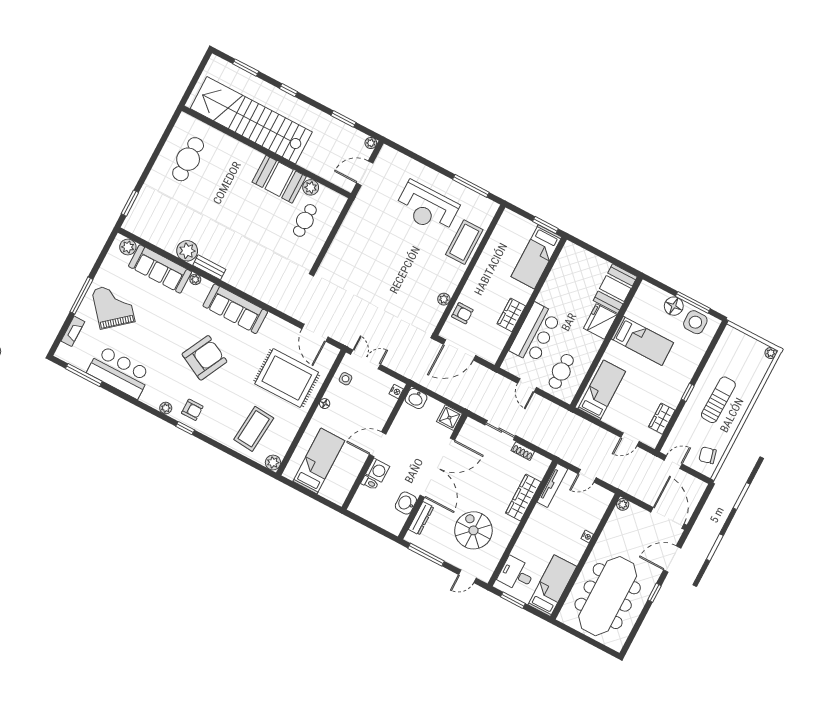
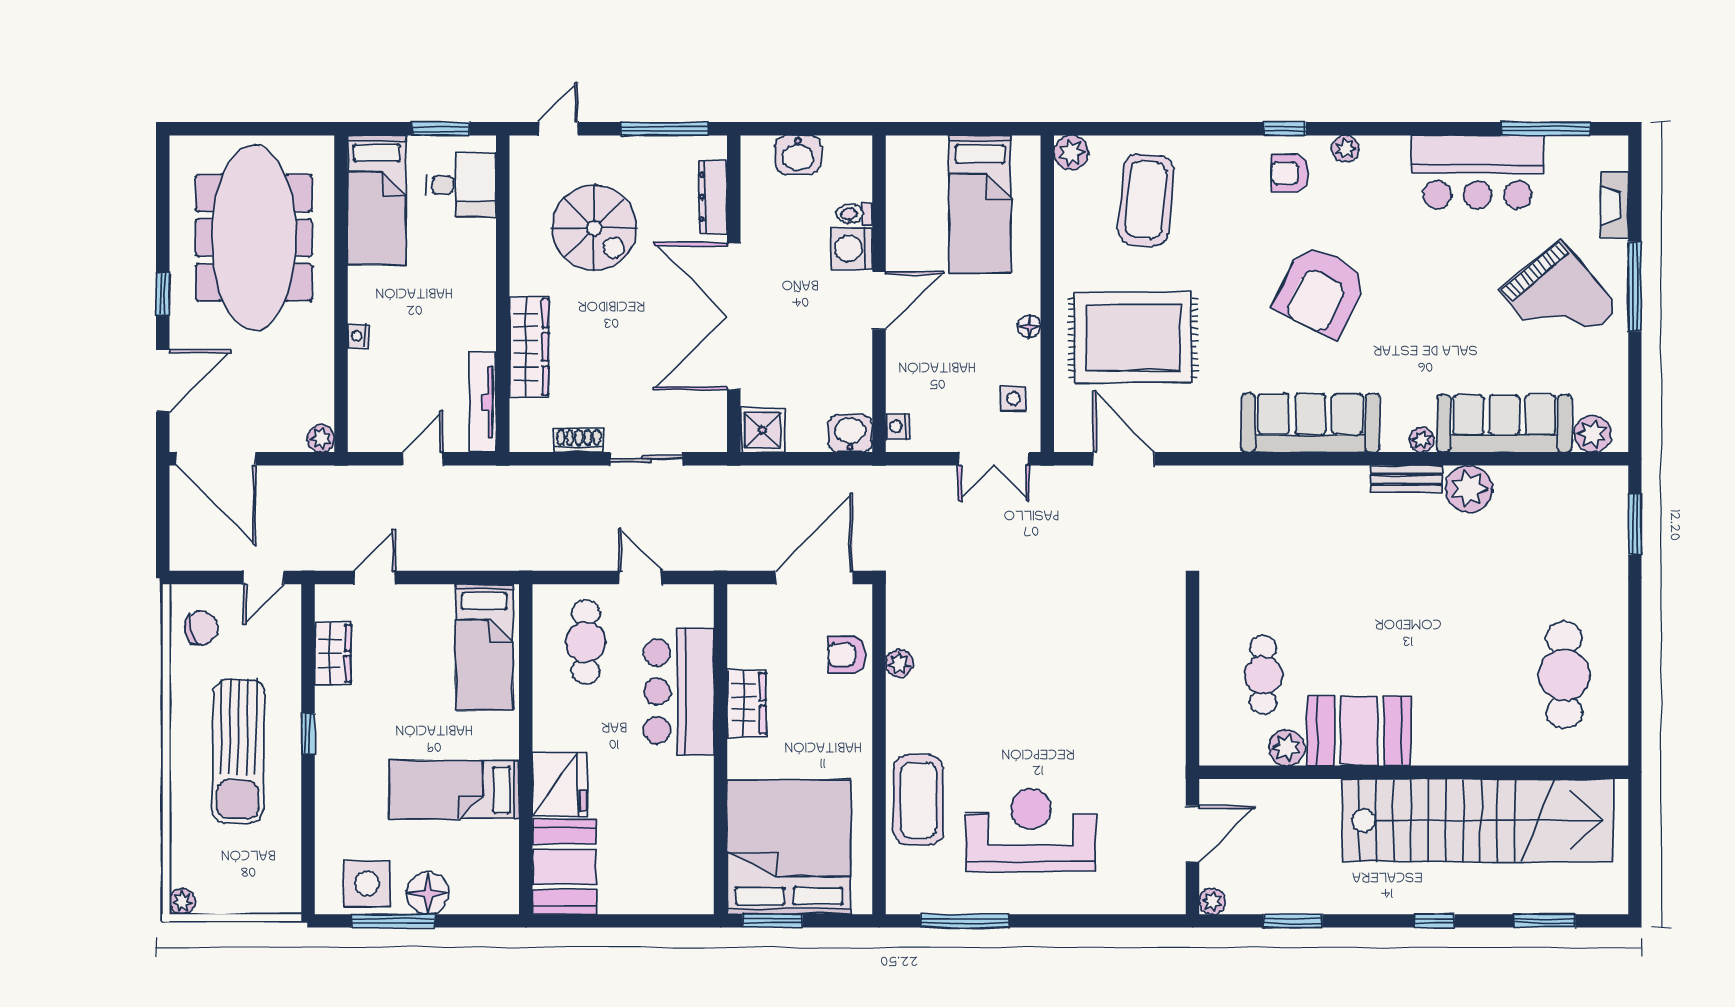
bed: (536, 257) -> (789, 847), width x2.04
sun lounger: (718, 400) -> (238, 751), width x1.36, depth x1.34
washbasin: (406, 503) -> (798, 155), moved, turned 90

